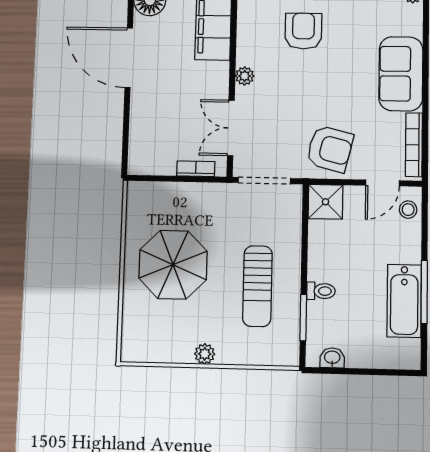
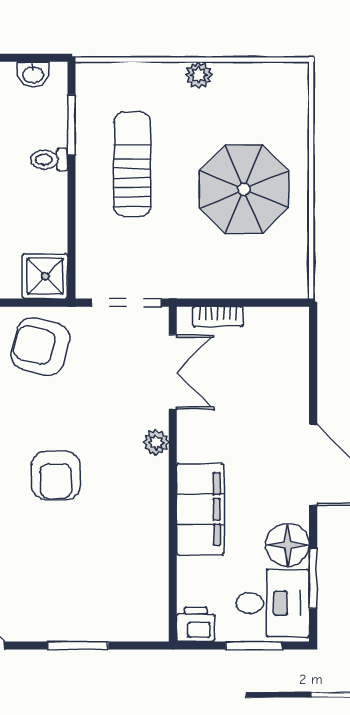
armchair: (303, 31) -> (56, 476), moved

